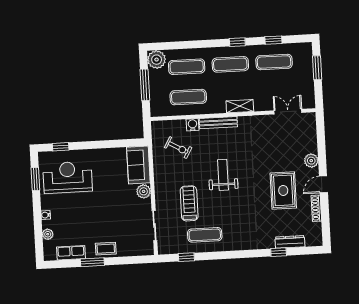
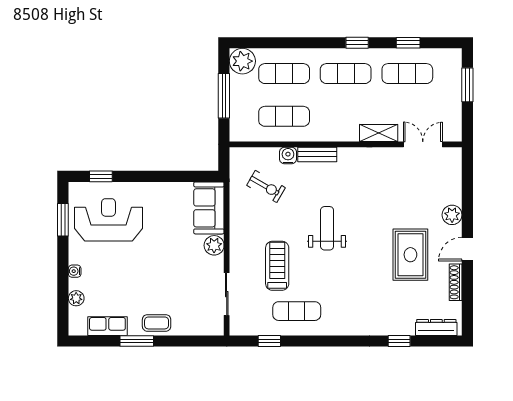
shelving: (240, 106) -> (379, 133), moved
bench: (218, 123) -> (317, 154), width x0.73
dresser: (290, 242) -> (436, 327), moved

